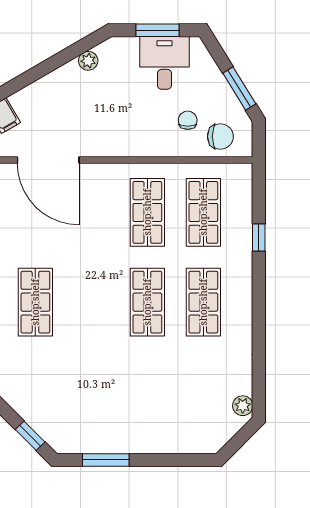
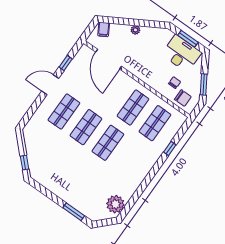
plant: (88, 61) -> (135, 30), moved
desk: (164, 63) -> (181, 54), width x1.37
shop shelf: (203, 302) -> (86, 127), moved
plant: (243, 406) -> (115, 204), width x1.88, depth x1.88
window: (106, 460) -> (74, 212), moved

